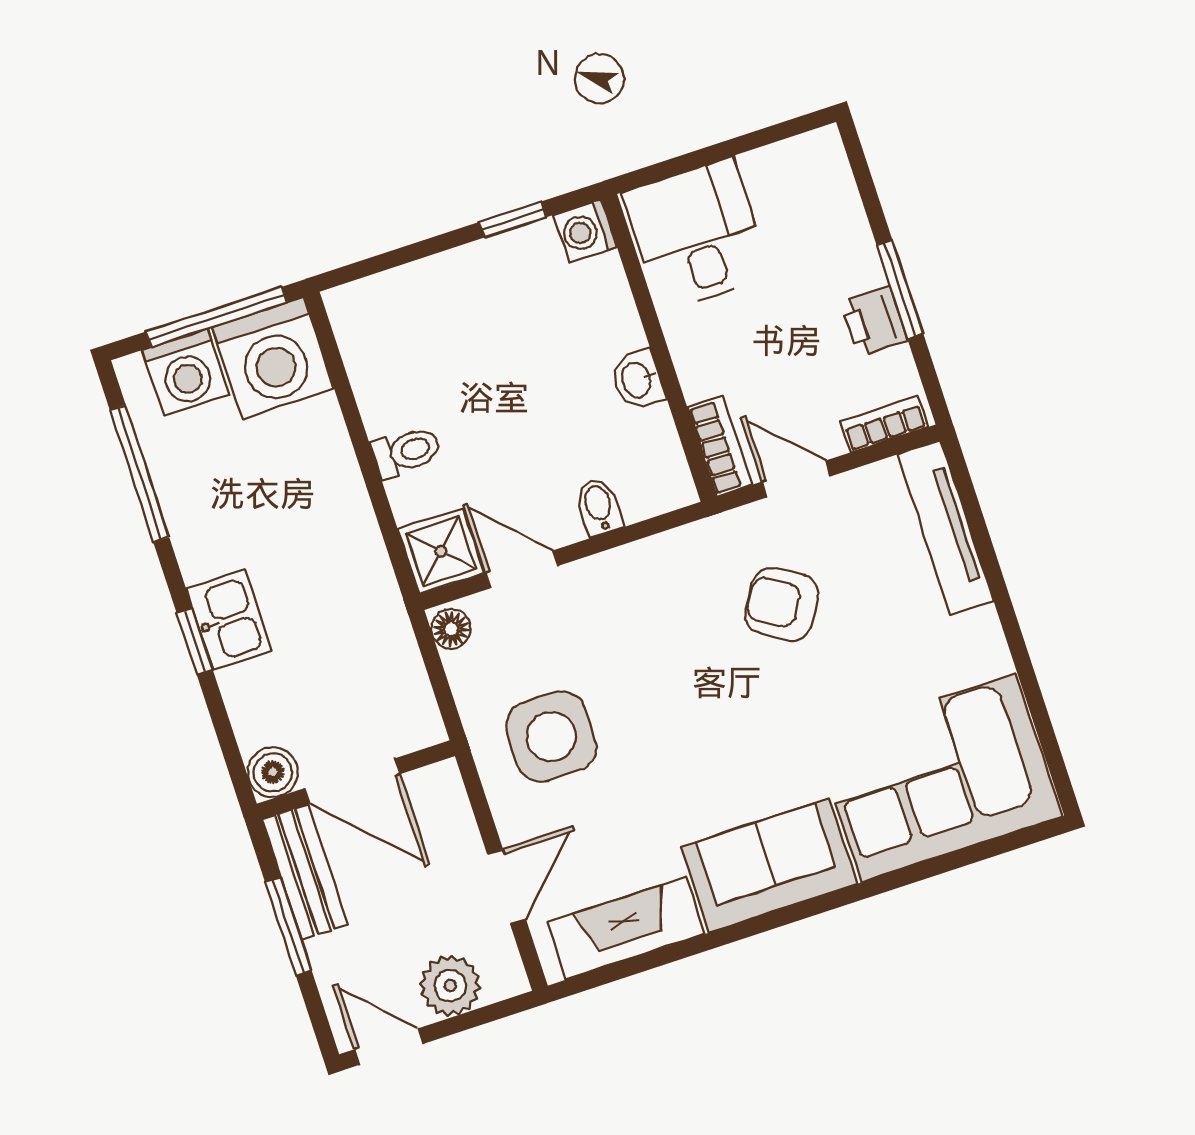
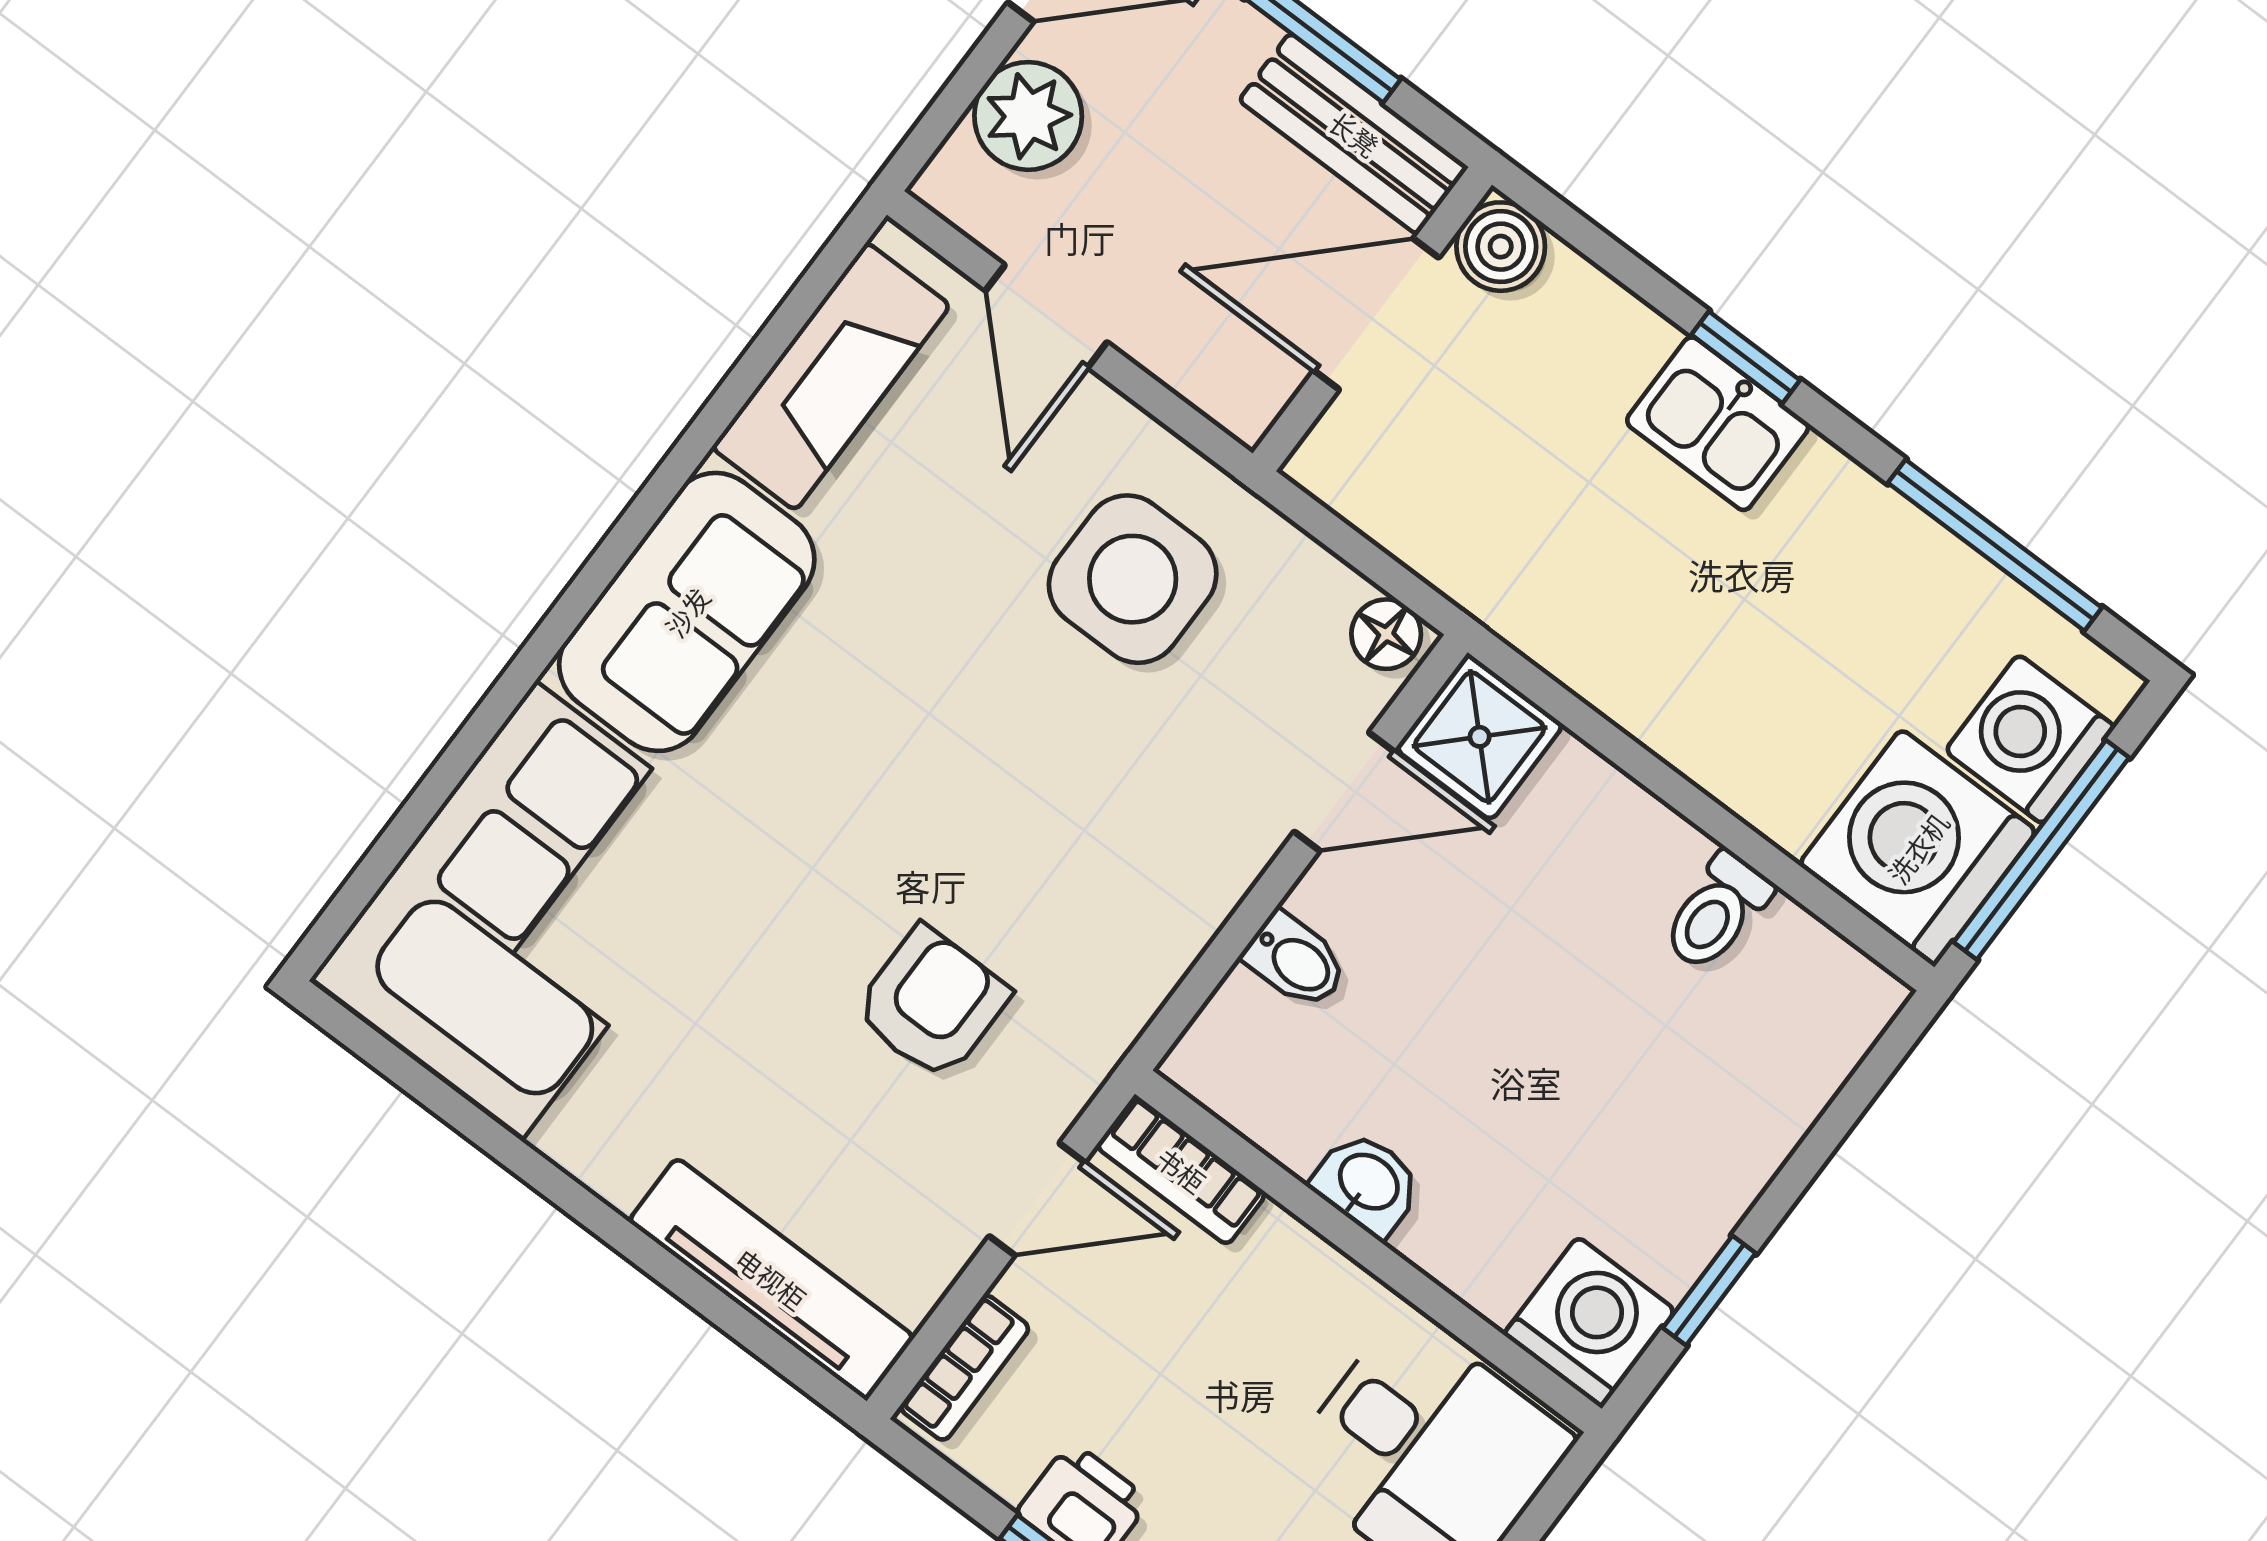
washing machine: (585, 231) -> (1590, 1322), width x1.38, depth x1.38
toilet: (406, 452) -> (1717, 912), moved
armchair: (782, 604) -> (932, 1003), turned -32

